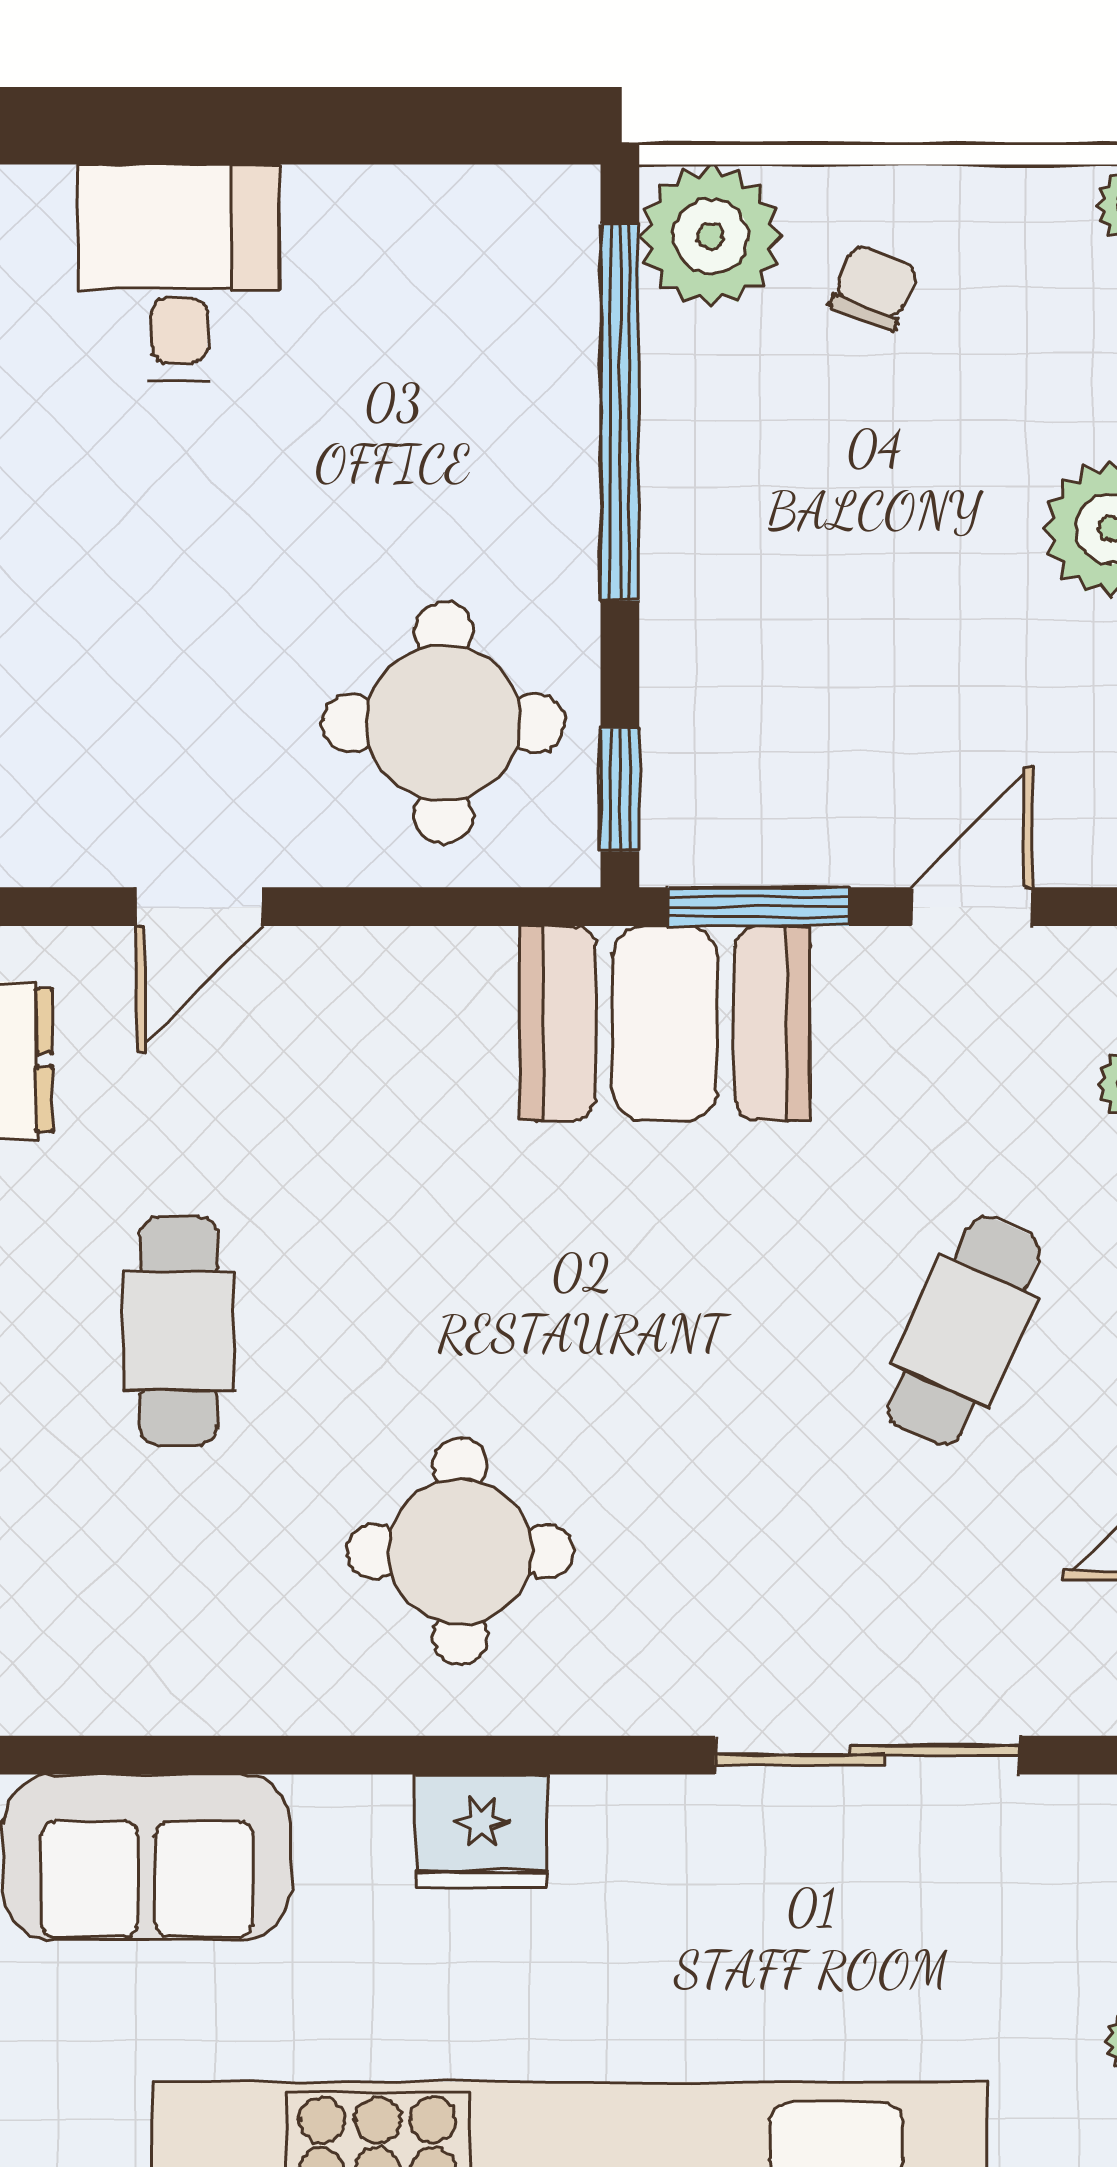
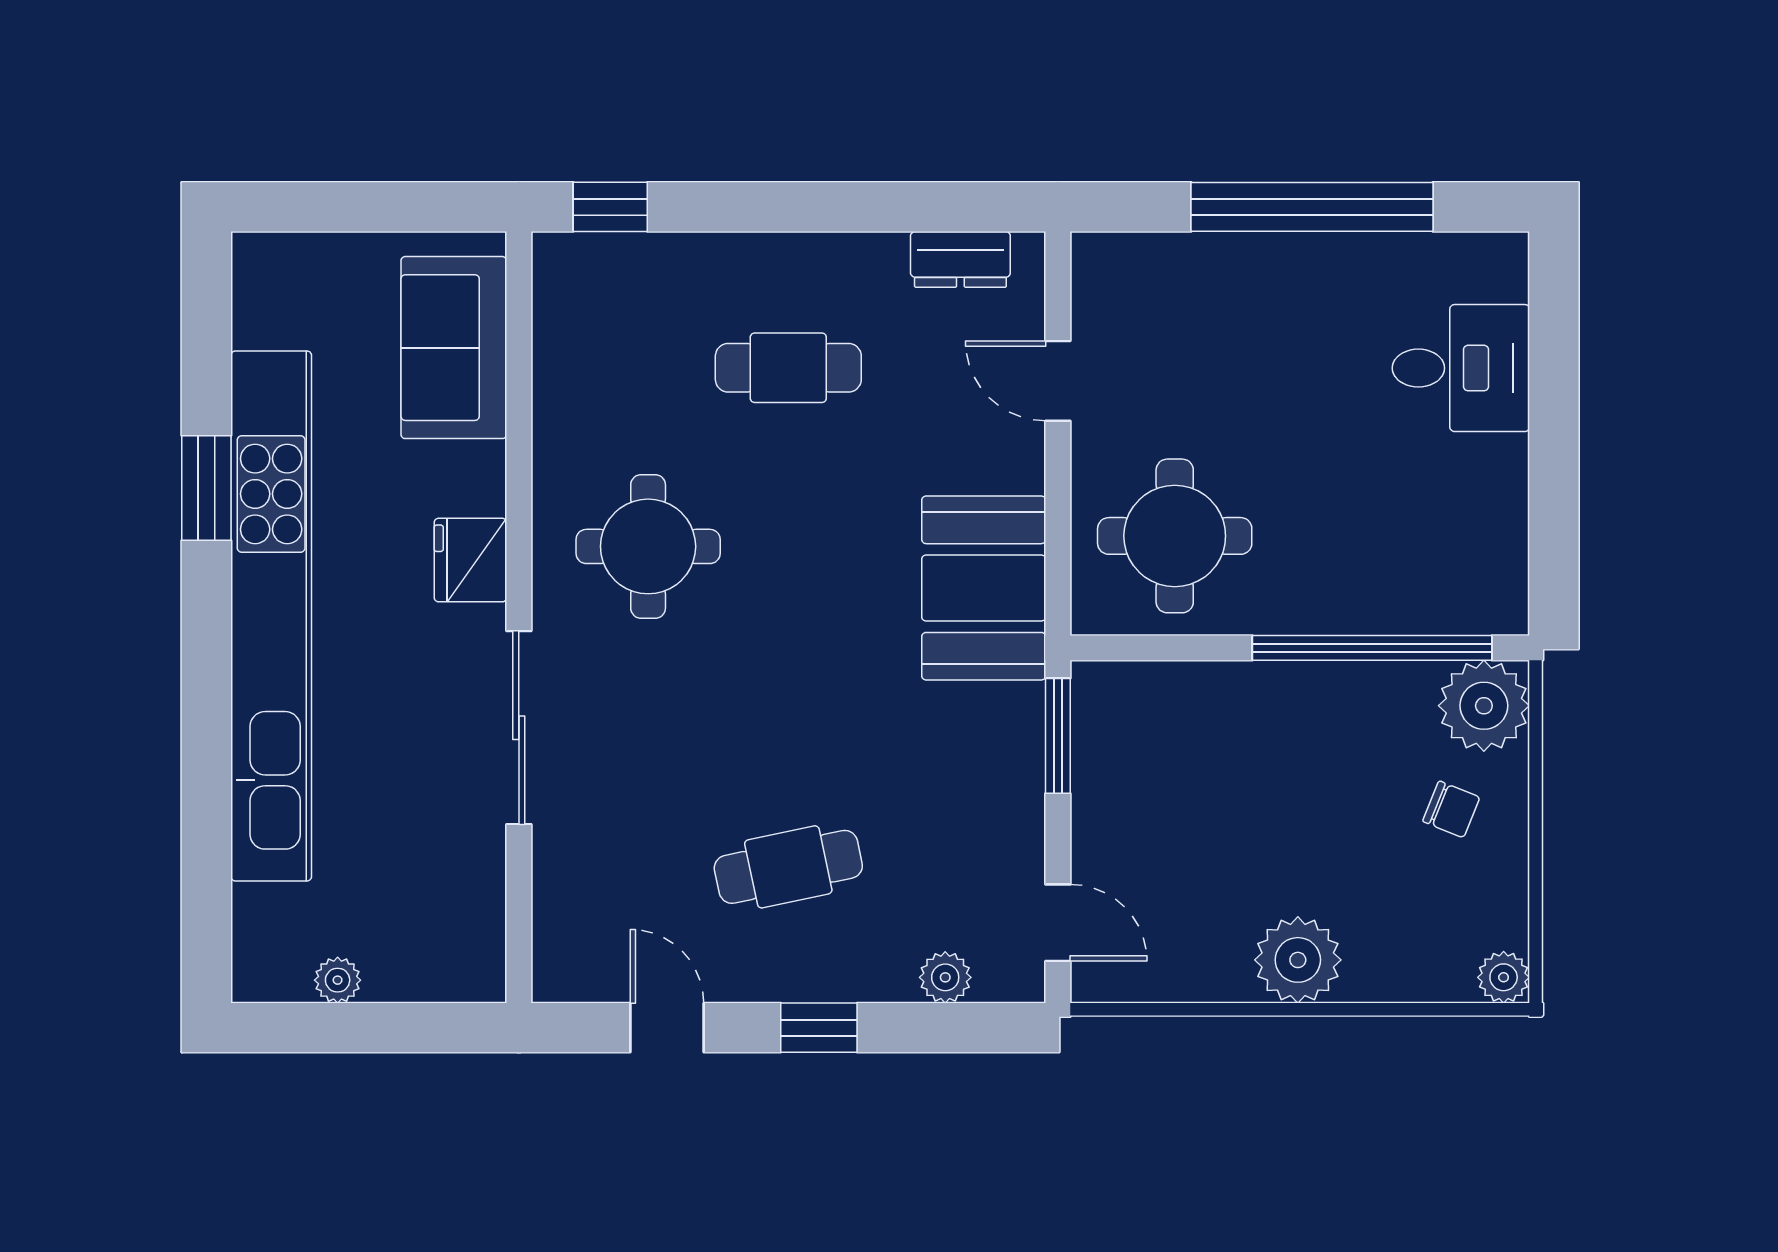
window: (620, 790) -> (1132, 648), removed
door: (972, 907) -> (1058, 923), moved
booth: (665, 1023) -> (984, 588), moved
cafe table: (964, 1331) -> (788, 867), turned -36
sliding door: (867, 1755) -> (519, 728), moved

